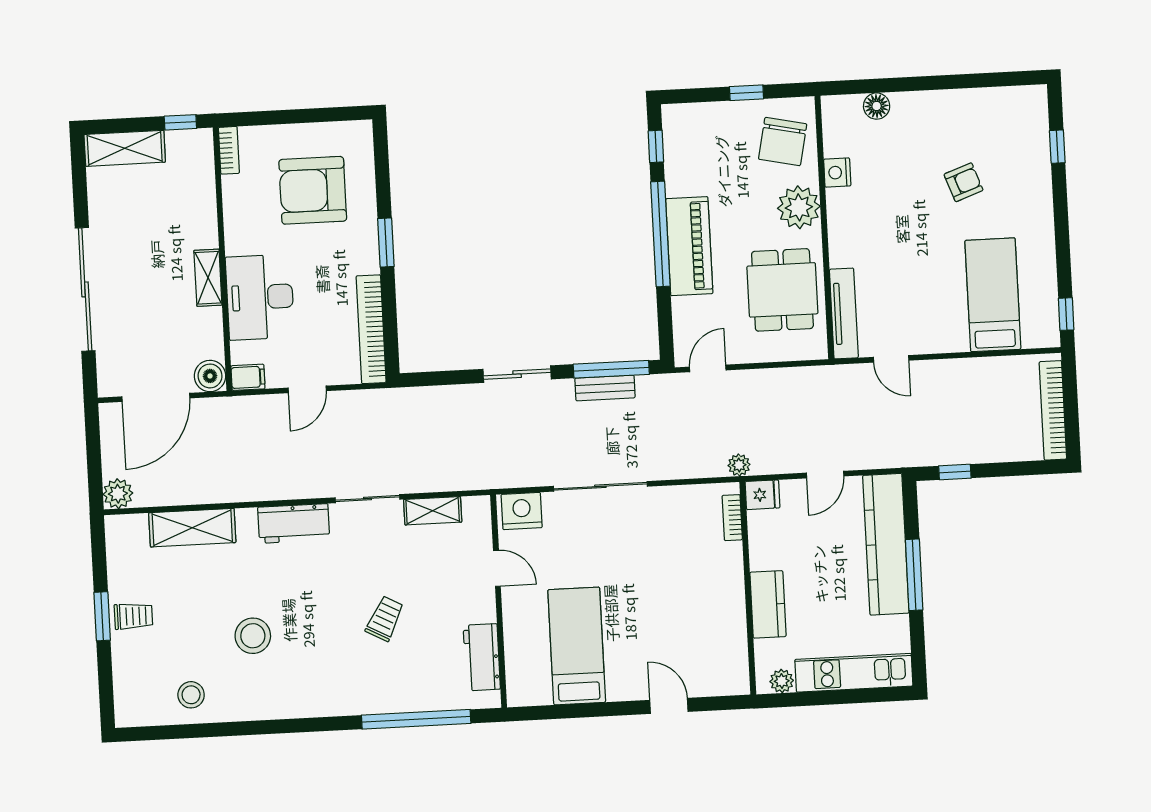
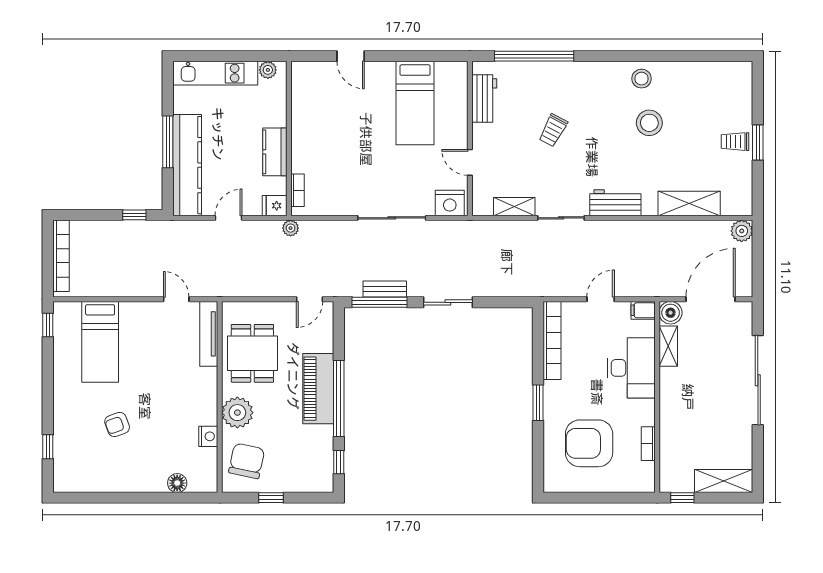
bookcase: (229, 150) -> (648, 444), moved
armchair: (313, 190) -> (589, 443), turned 180
shelving: (208, 278) -> (668, 346), moved
kitchen counter: (768, 604) -> (275, 152), moved
stool: (191, 695) -> (642, 79), moved

